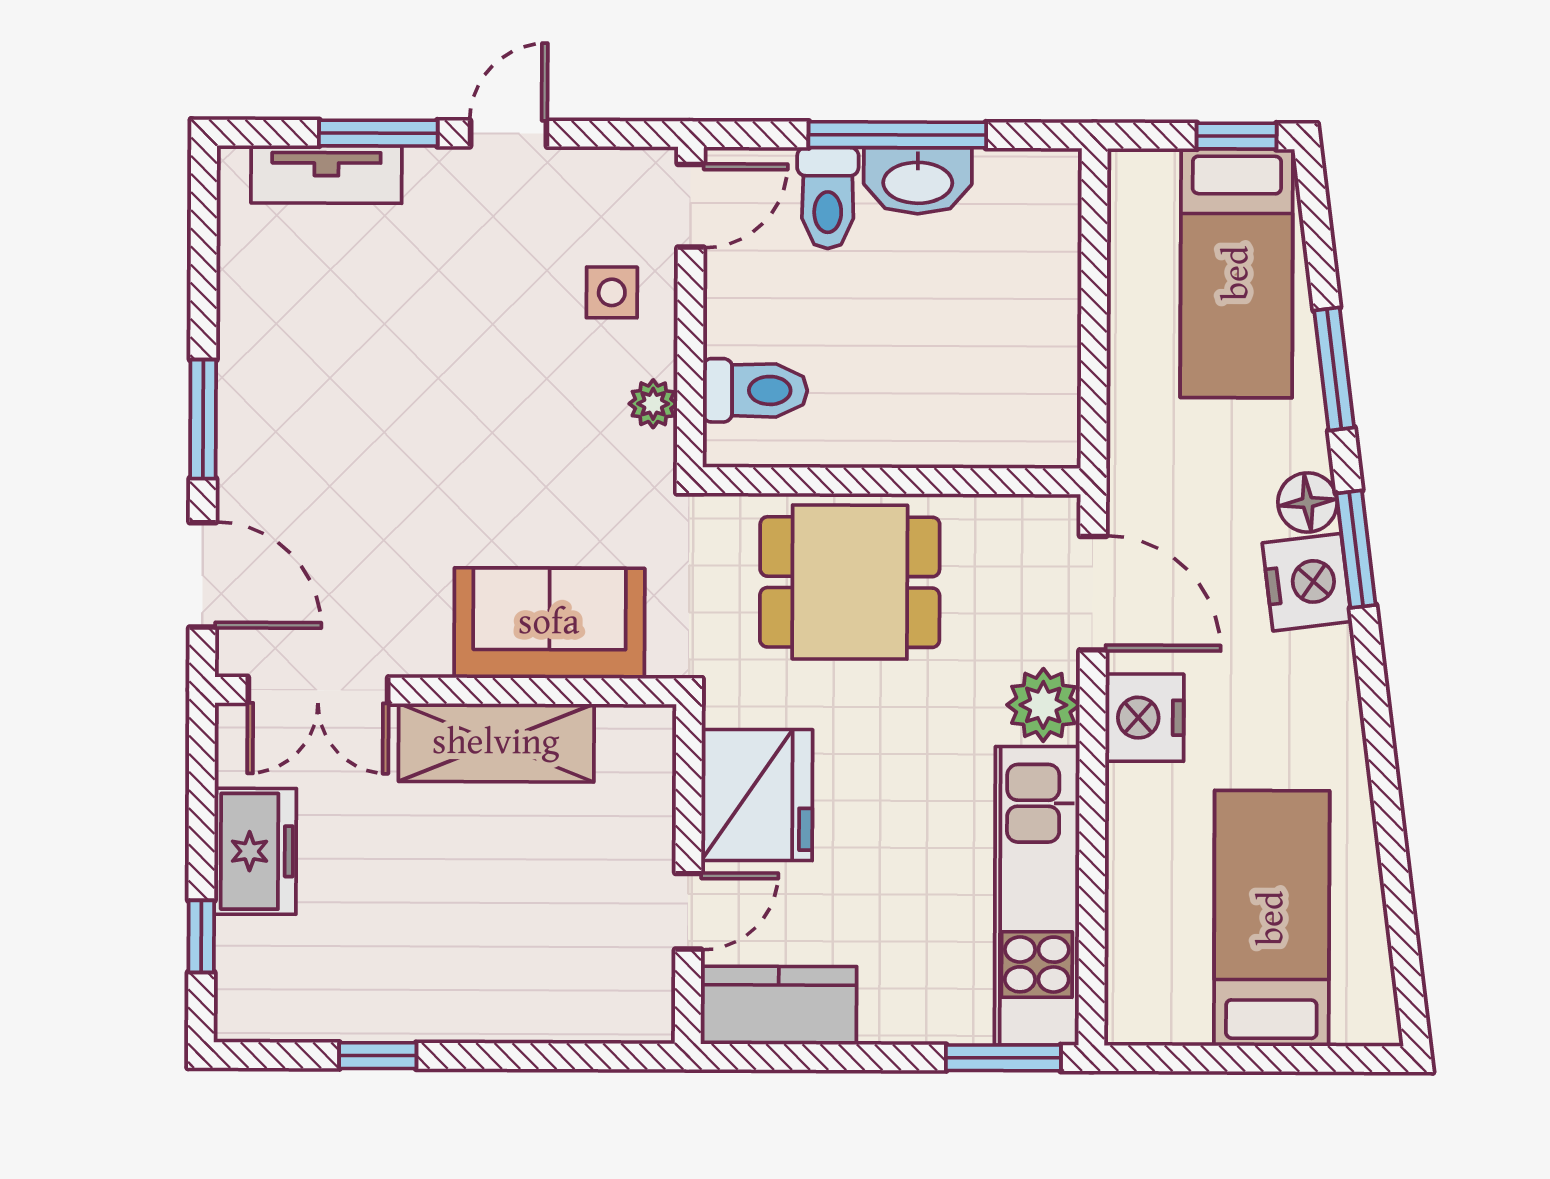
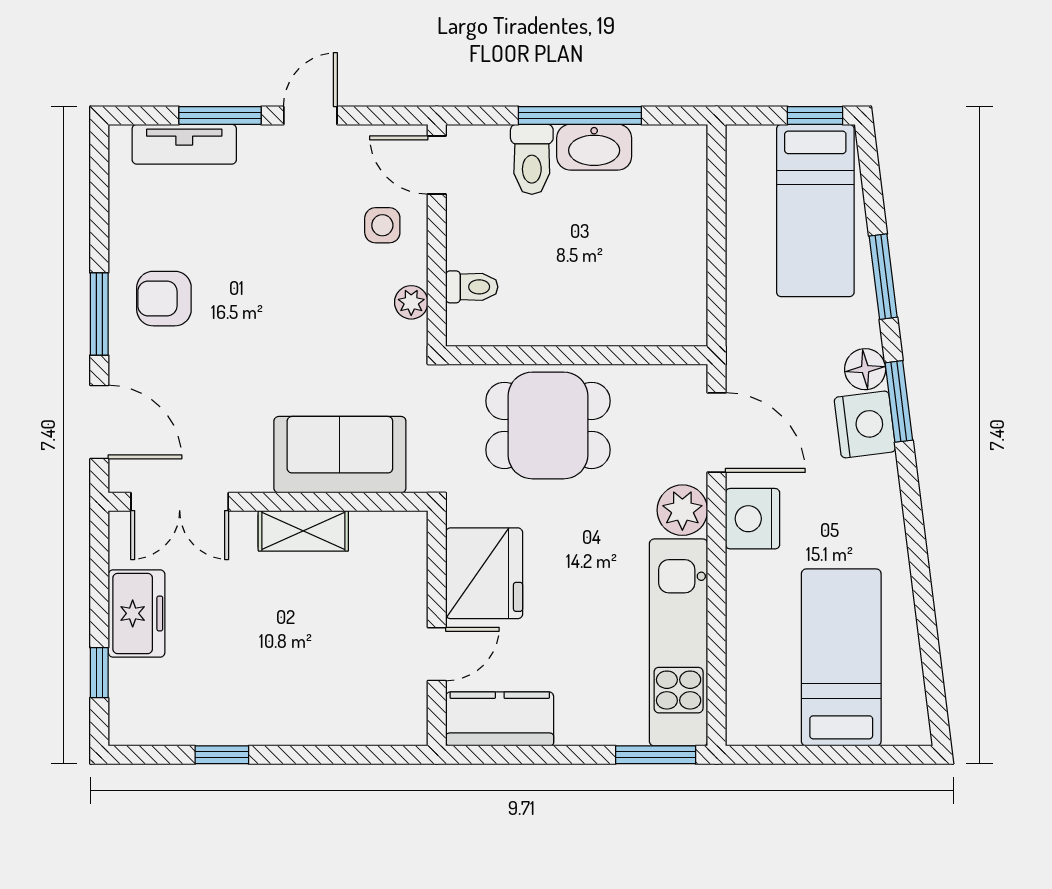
door: (691, 206) -> (437, 165), swing flipped
toilet: (755, 390) -> (472, 287), width x0.73, depth x0.72
armchair: (296, 397) -> (164, 299), added
shelving: (496, 743) -> (303, 531), width x0.67, depth x0.75

